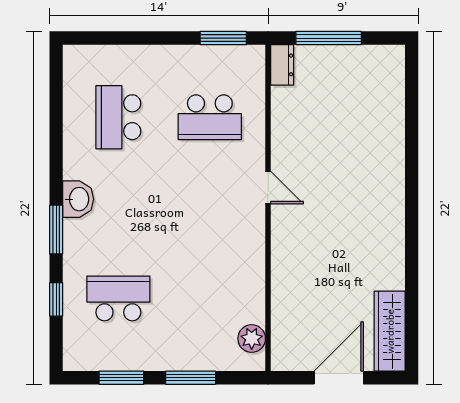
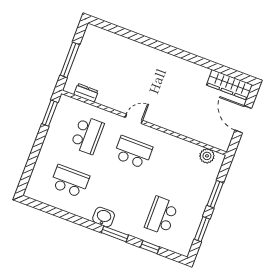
dresser: (282, 65) -> (86, 93), moved
school desk: (118, 117) -> (70, 181), turned 180
school desk: (210, 208) -> (133, 152), added

